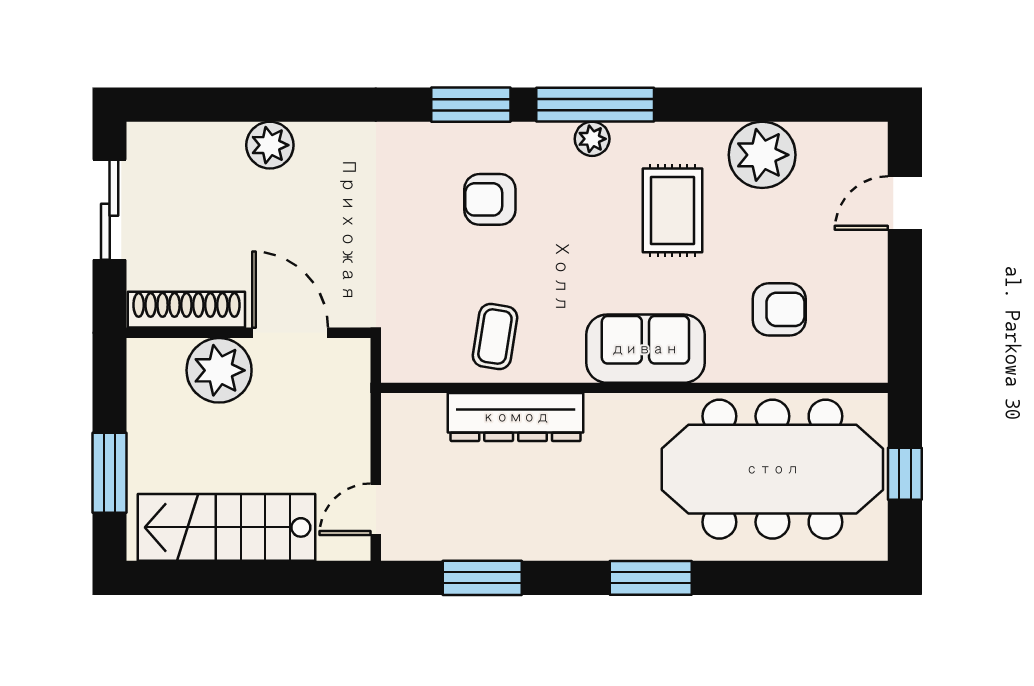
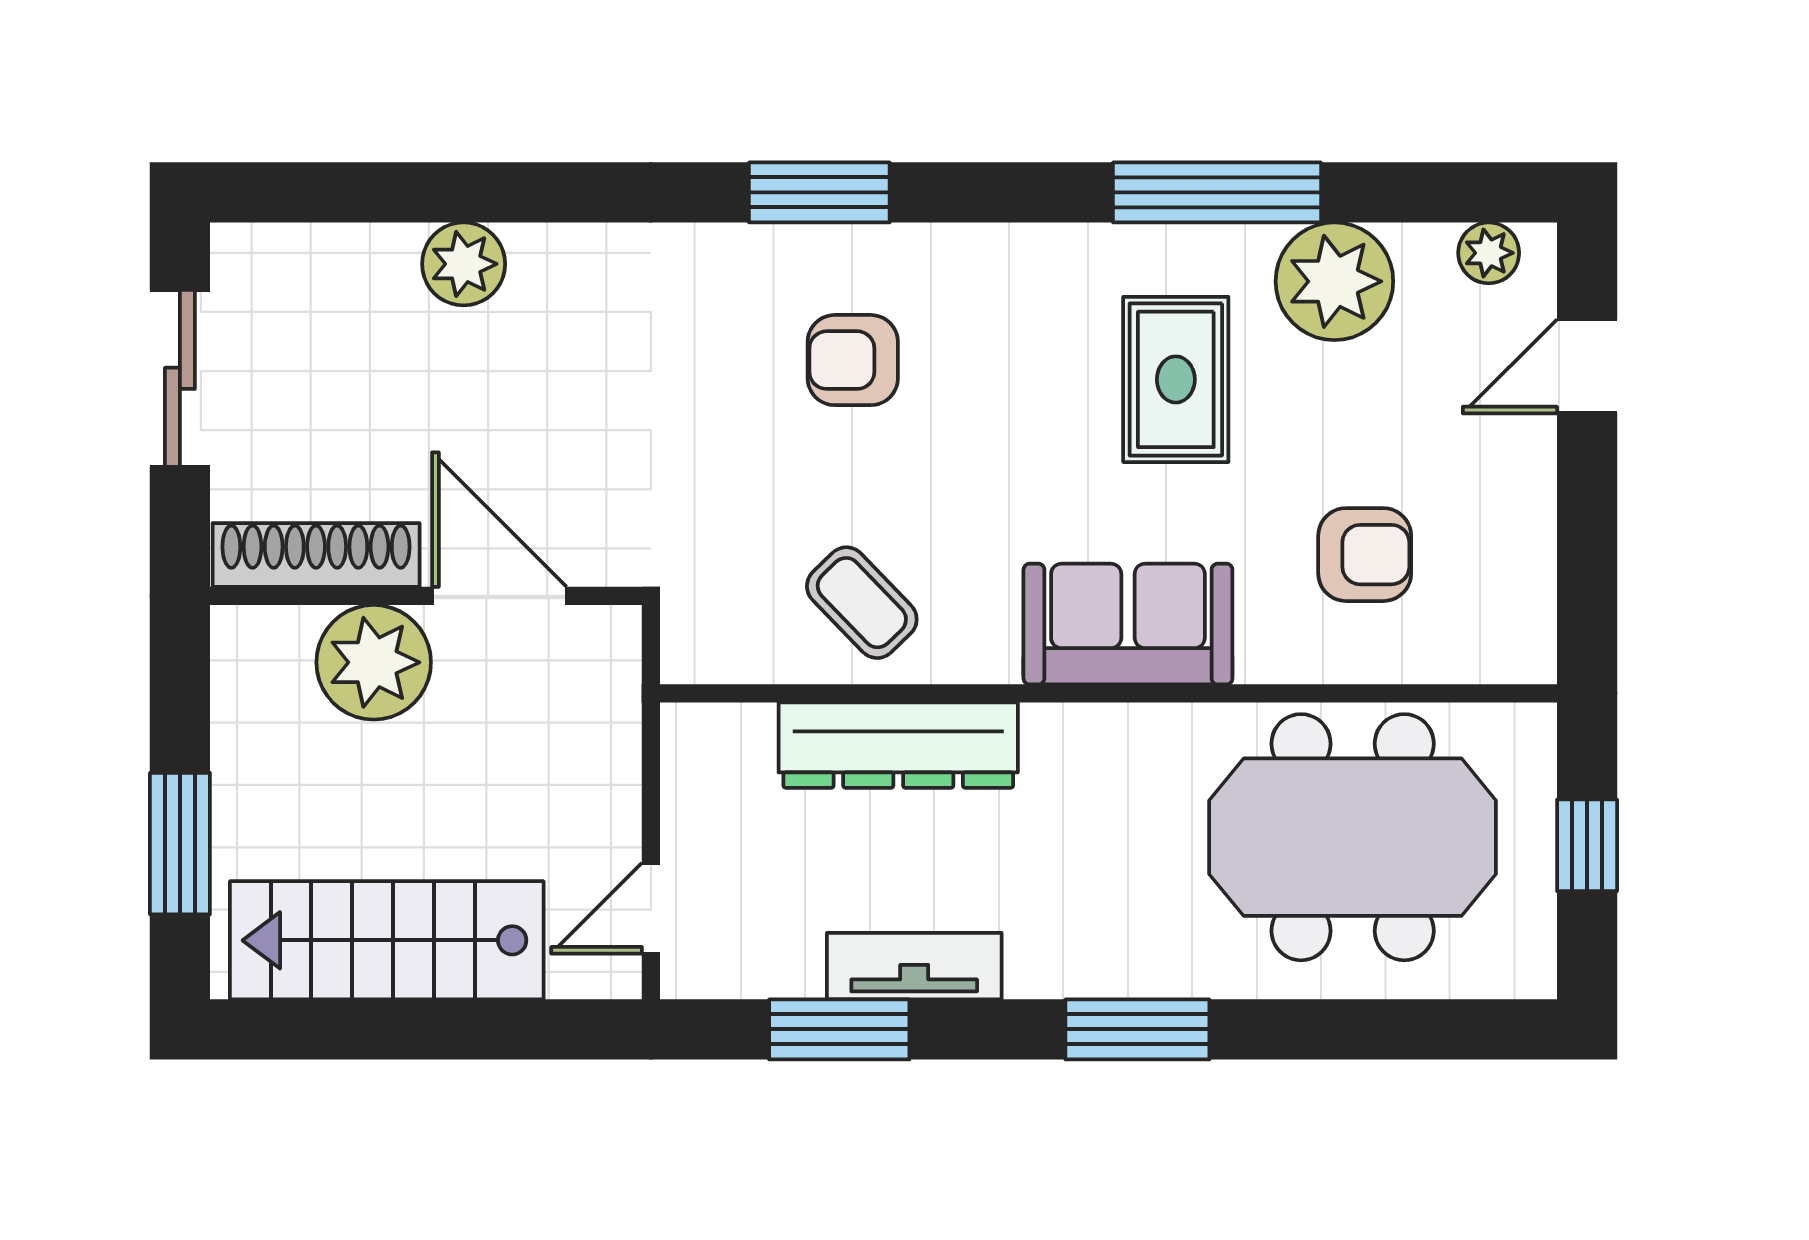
window: (595, 105) -> (1217, 192), moved
plant: (592, 139) -> (1489, 253), moved
coffee table: (495, 337) -> (862, 603), turned -53
meeting table: (772, 469) -> (1353, 837), width x0.73
tv unit: (525, 542) -> (914, 966), added

